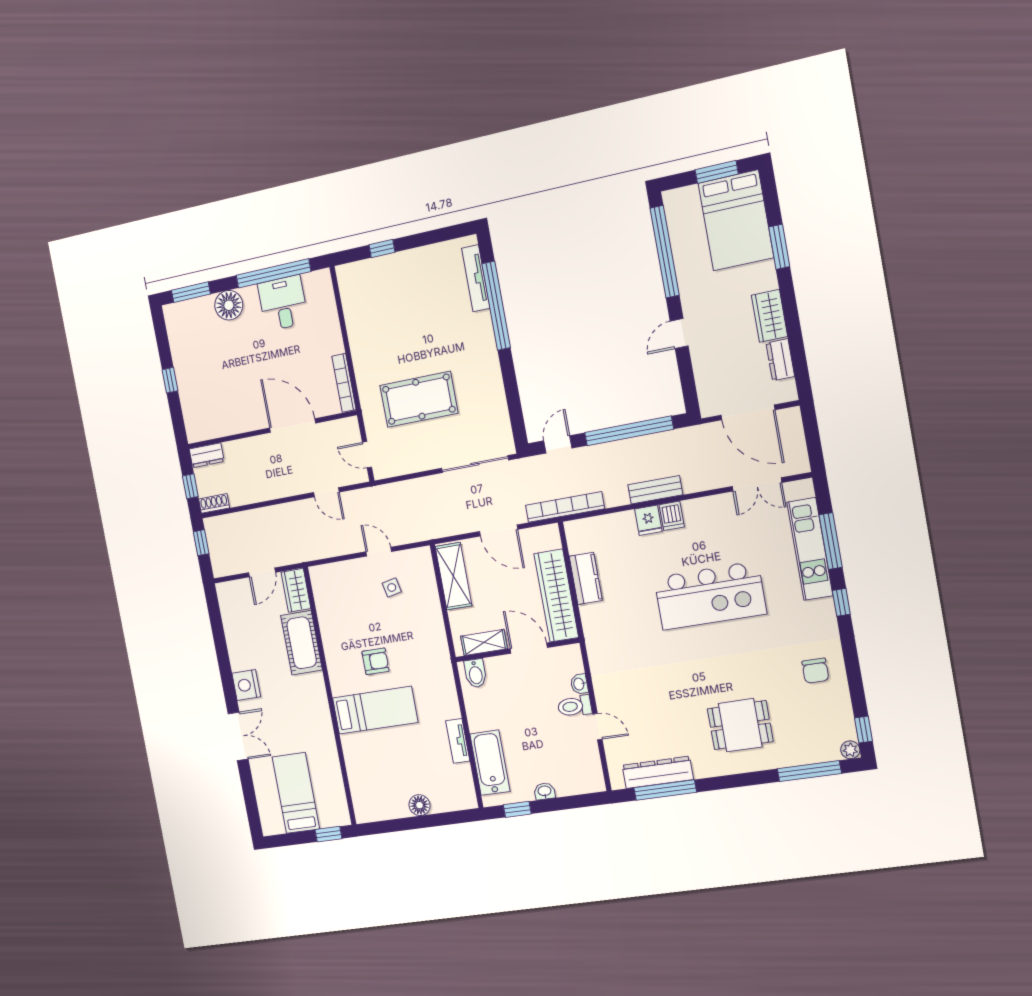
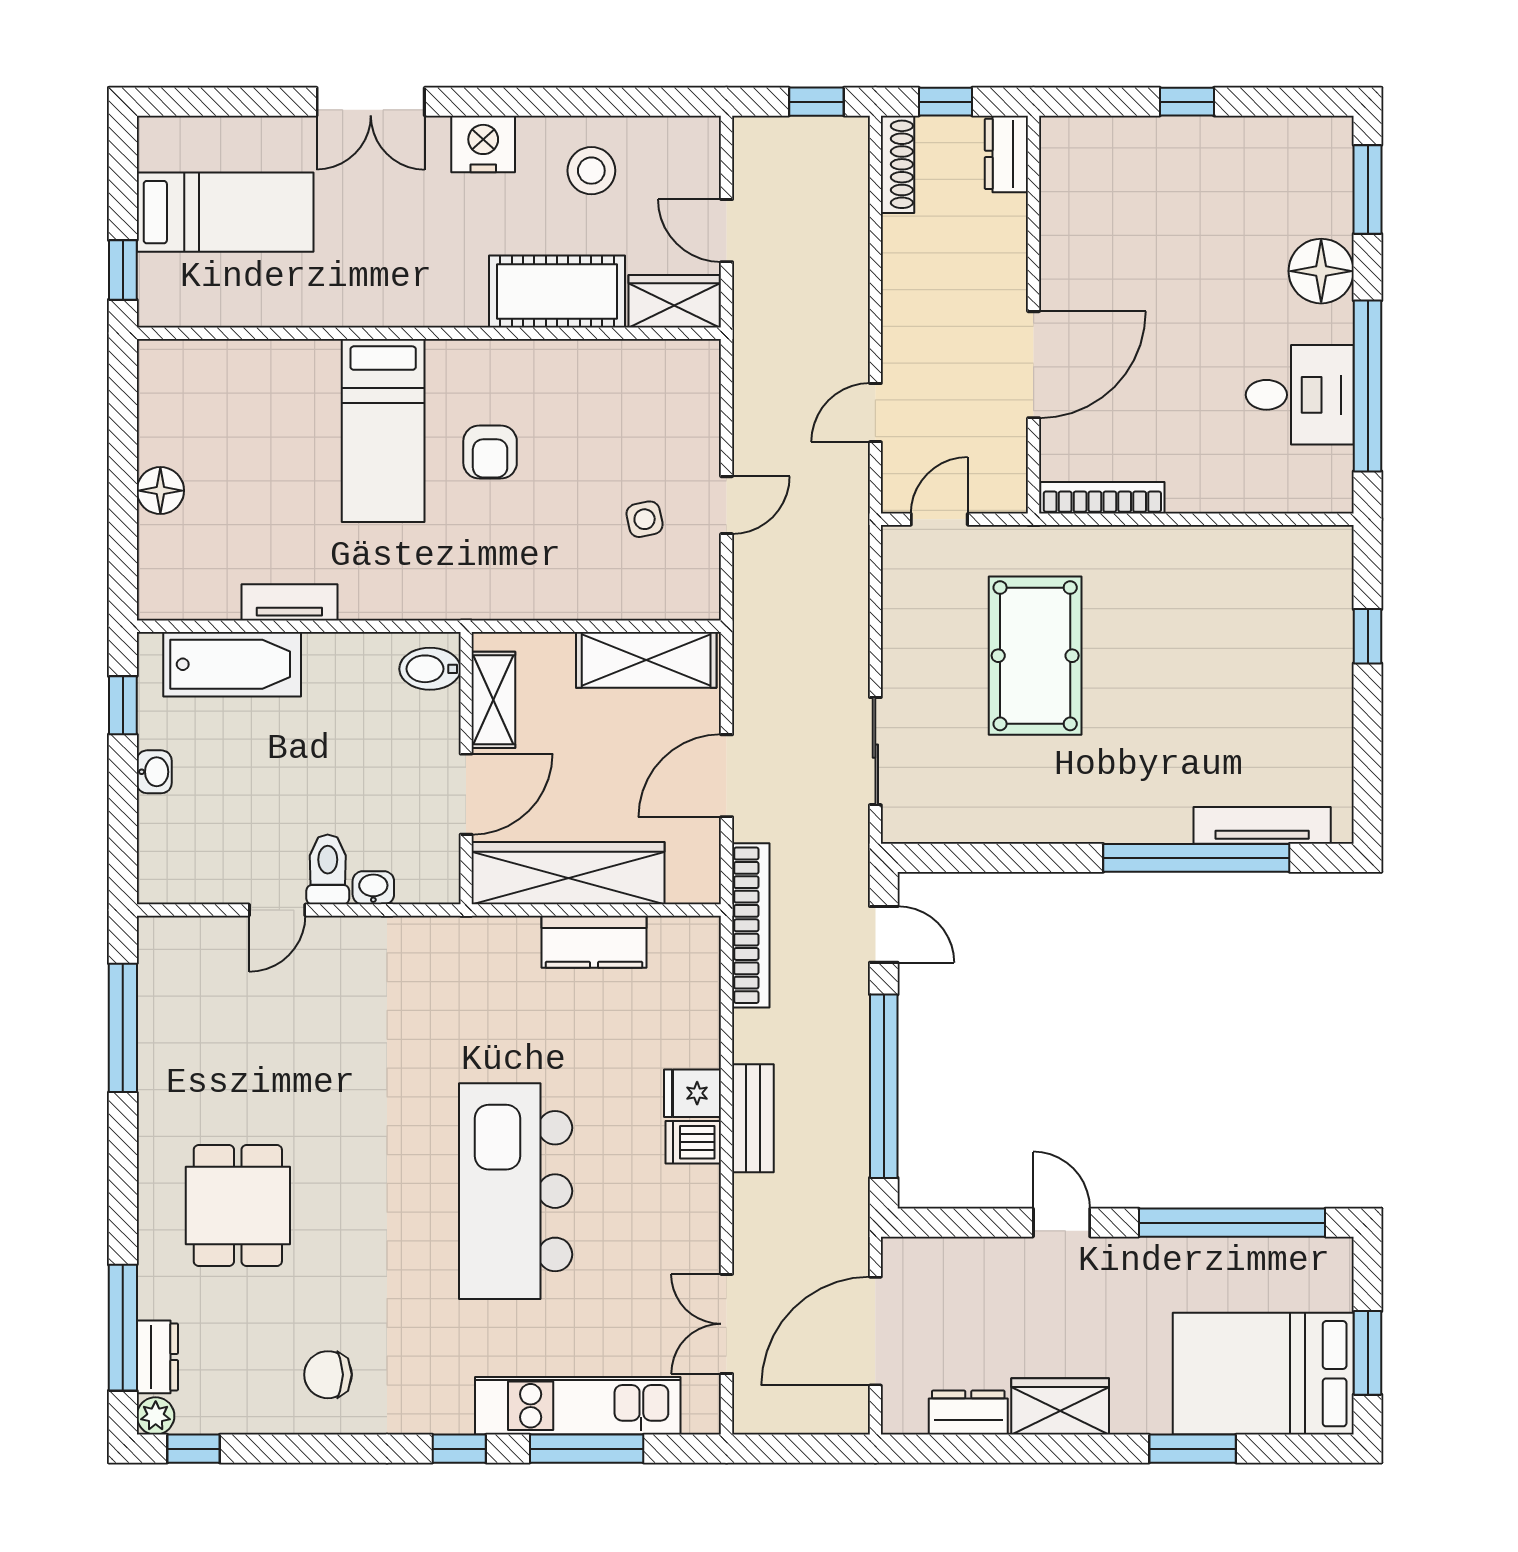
sliding door: (475, 464) -> (875, 751), width x0.73
shoe rack: (214, 503) -> (898, 164), width x1.43
stool: (248, 636) -> (591, 171), added
dresser: (658, 772) -> (157, 1357), moved, width x0.51, depth x0.80

